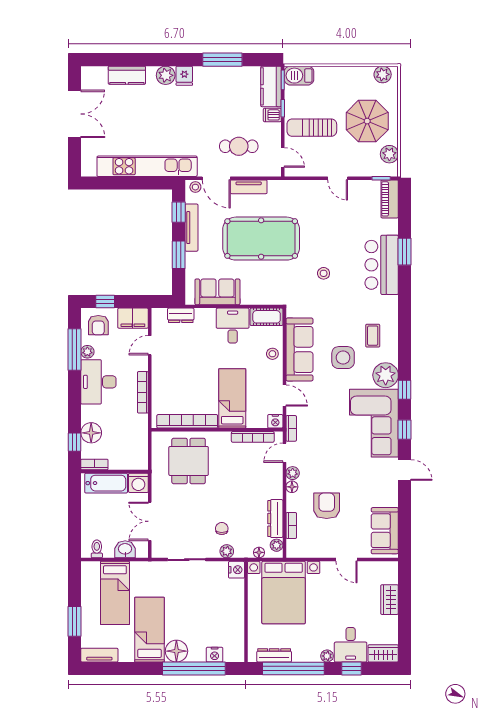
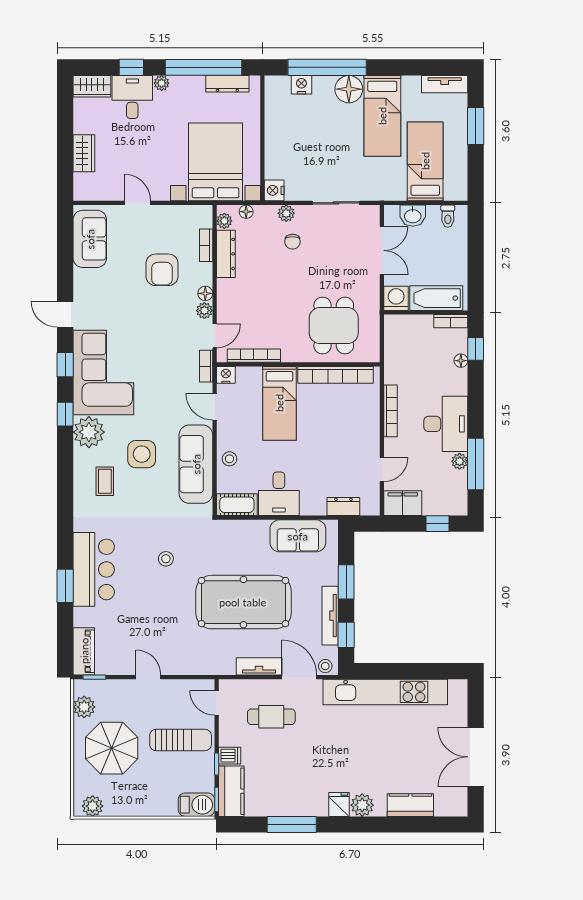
armchair: (98, 325) -> (446, 494), removed
floor lamp: (91, 433) -> (461, 361), width x0.53, depth x0.53

